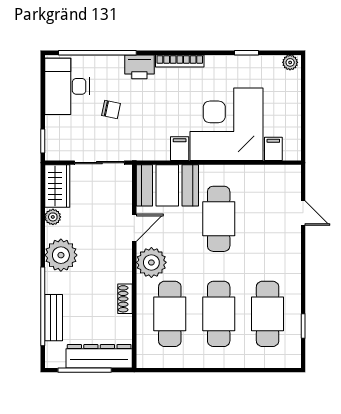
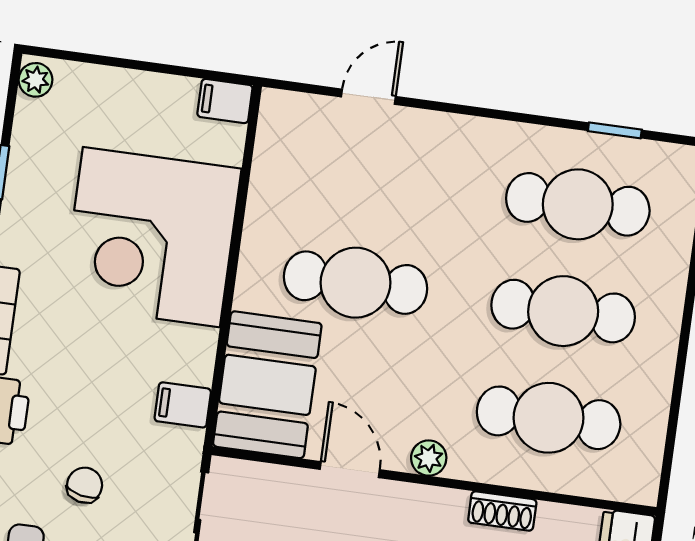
filing cabinet: (180, 149) -> (183, 405), moved
filing cabinet: (273, 149) -> (225, 101), moved
plant: (151, 262) -> (429, 458), width x0.53, depth x0.53

